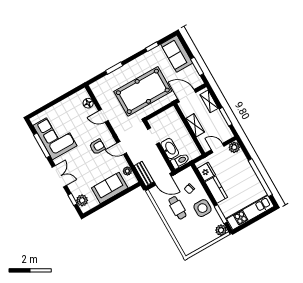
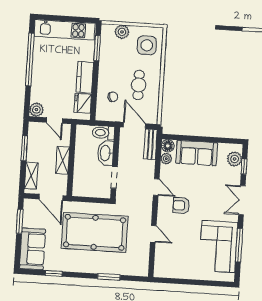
floor lamp: (88, 103) -> (168, 146), moved
side table: (202, 208) -> (147, 45), moved
plant: (221, 230) -> (122, 32), moved

